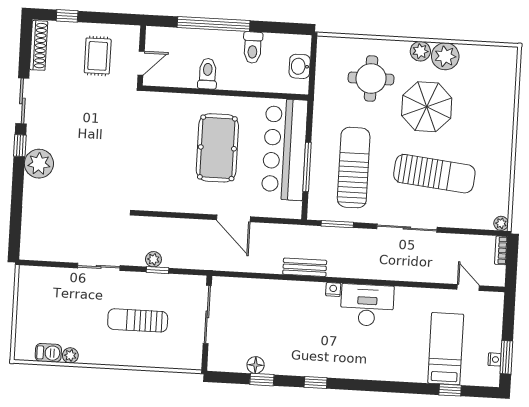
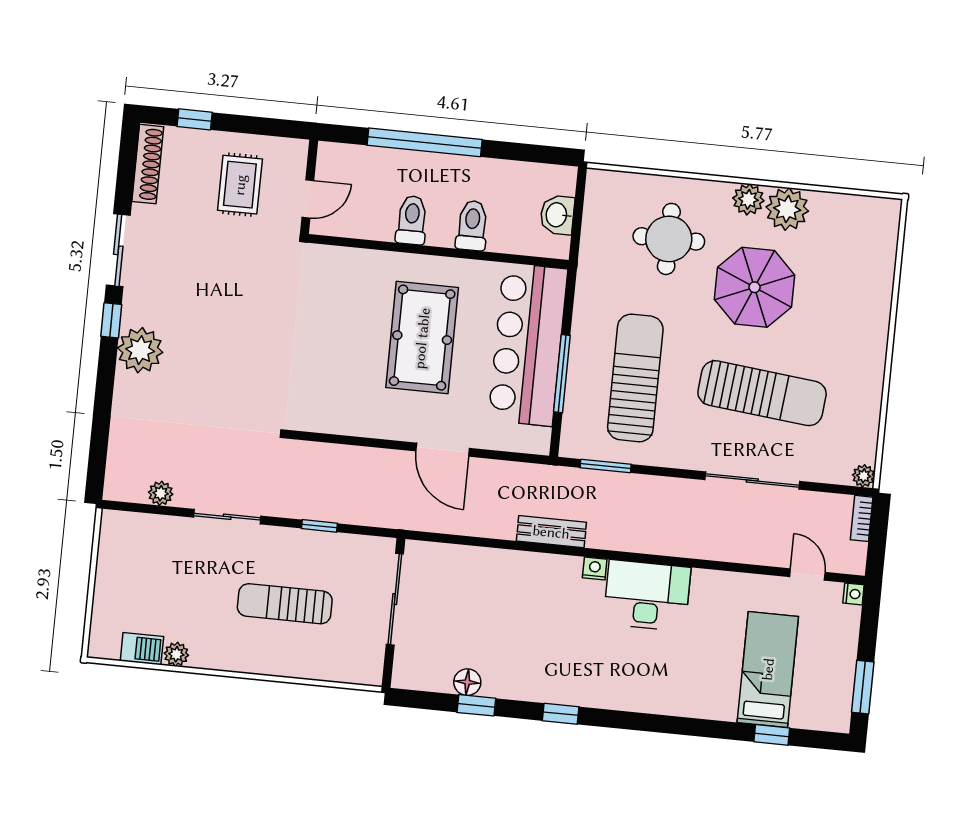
toilet: (253, 48) -> (472, 226), moved, turned 180
sliding door: (407, 228) -> (752, 481), moved
plant: (153, 259) -> (161, 493), moved
nightstand: (494, 359) -> (853, 594), moved

